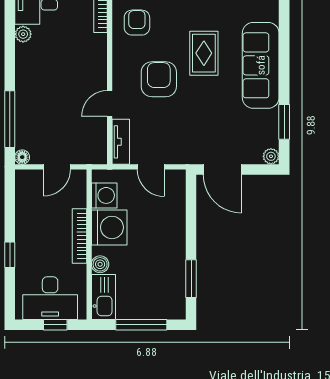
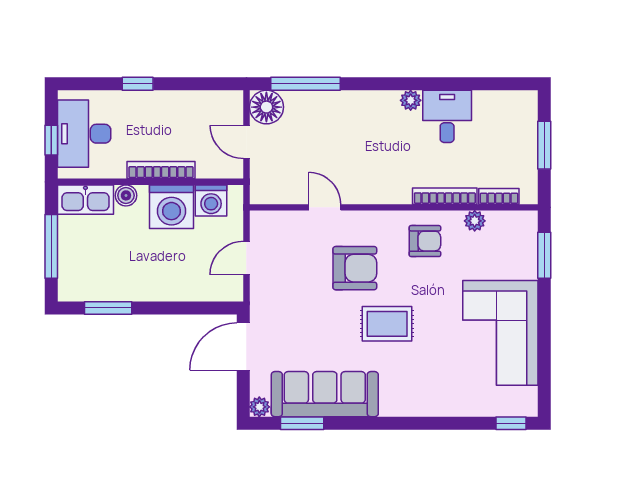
sofa: (261, 65) -> (325, 394), moved
tv unit: (121, 142) -> (277, 221), removed
floor lamp: (22, 157) -> (266, 107), width x1.89, depth x1.89

